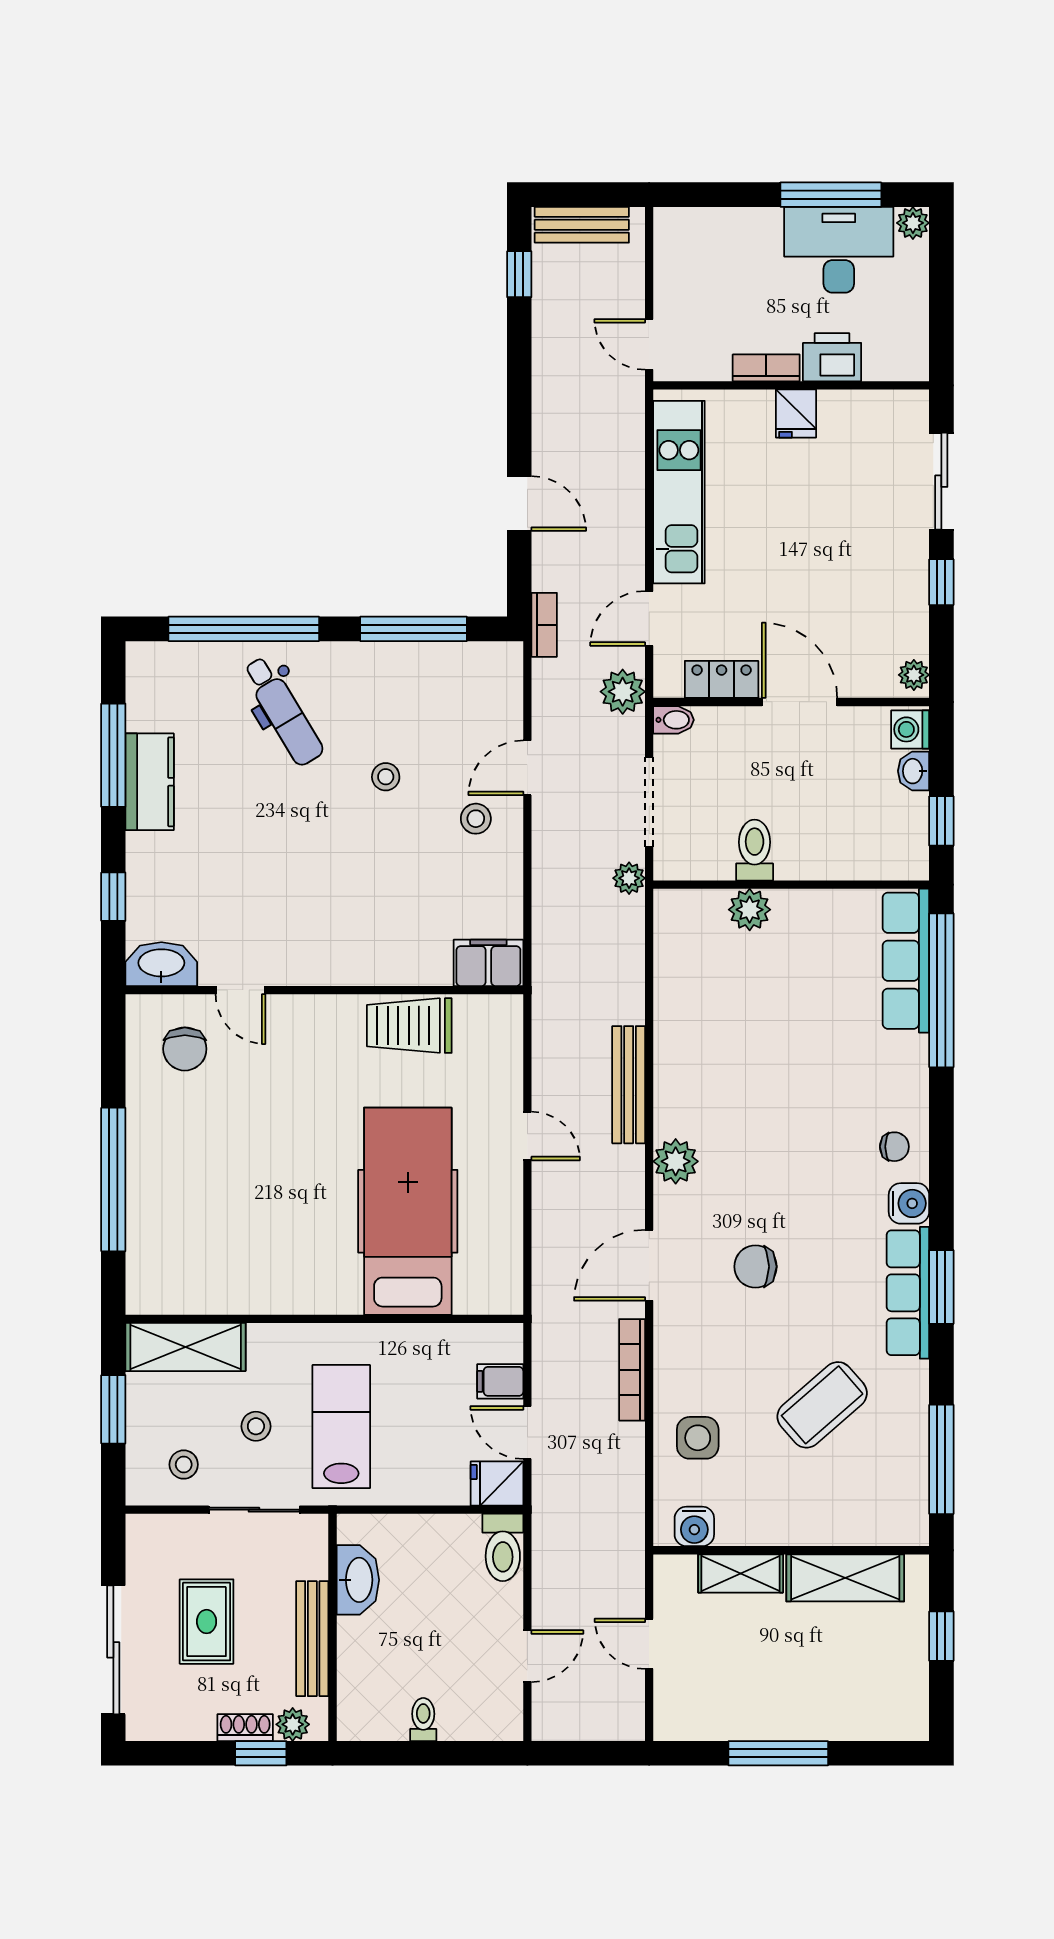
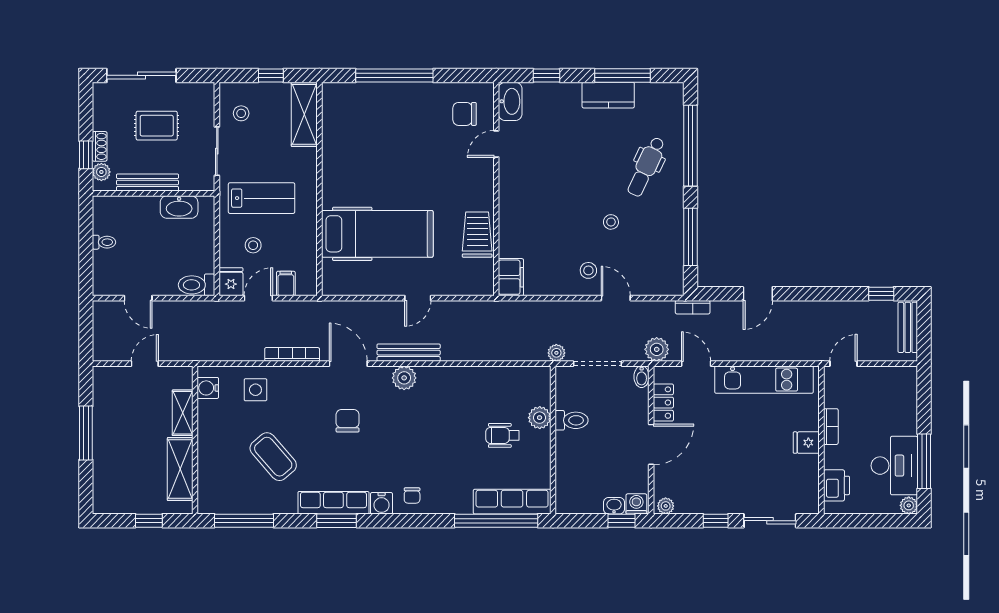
printer: (832, 357) -> (837, 485), moved
dental chair: (283, 711) -> (646, 167), turned -34
window: (941, 821) -> (621, 521), moved
wheelchair: (783, 979) -> (502, 435), added
bench: (629, 1085) -> (409, 353), moved
window: (113, 1409) -> (271, 75), width x0.67
stool: (256, 1426) -> (253, 245), moved

